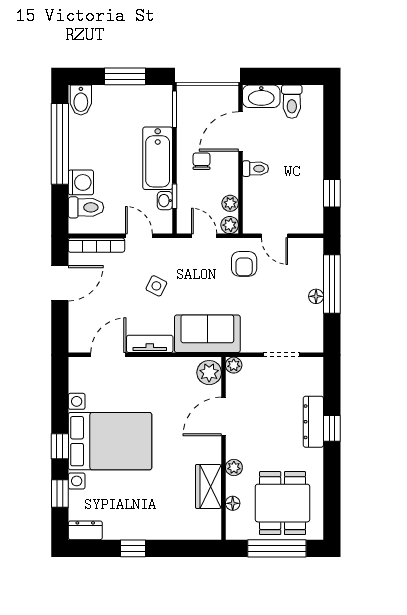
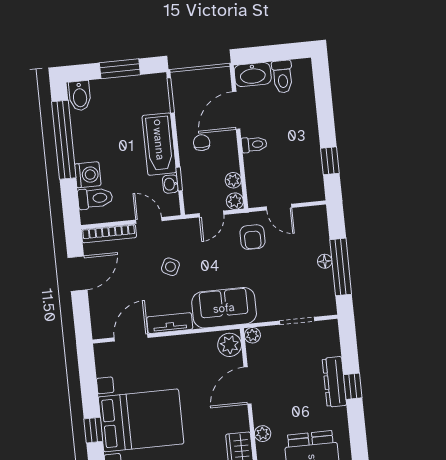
door: (204, 236) -> (211, 214), swing flipped
window: (332, 284) -> (341, 267), moved

